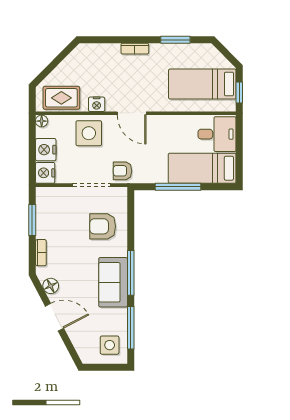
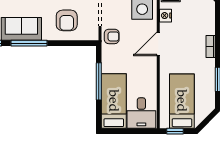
armchair: (122, 171) -> (112, 36), turned 90
armchair: (103, 226) -> (67, 20), turned 180

